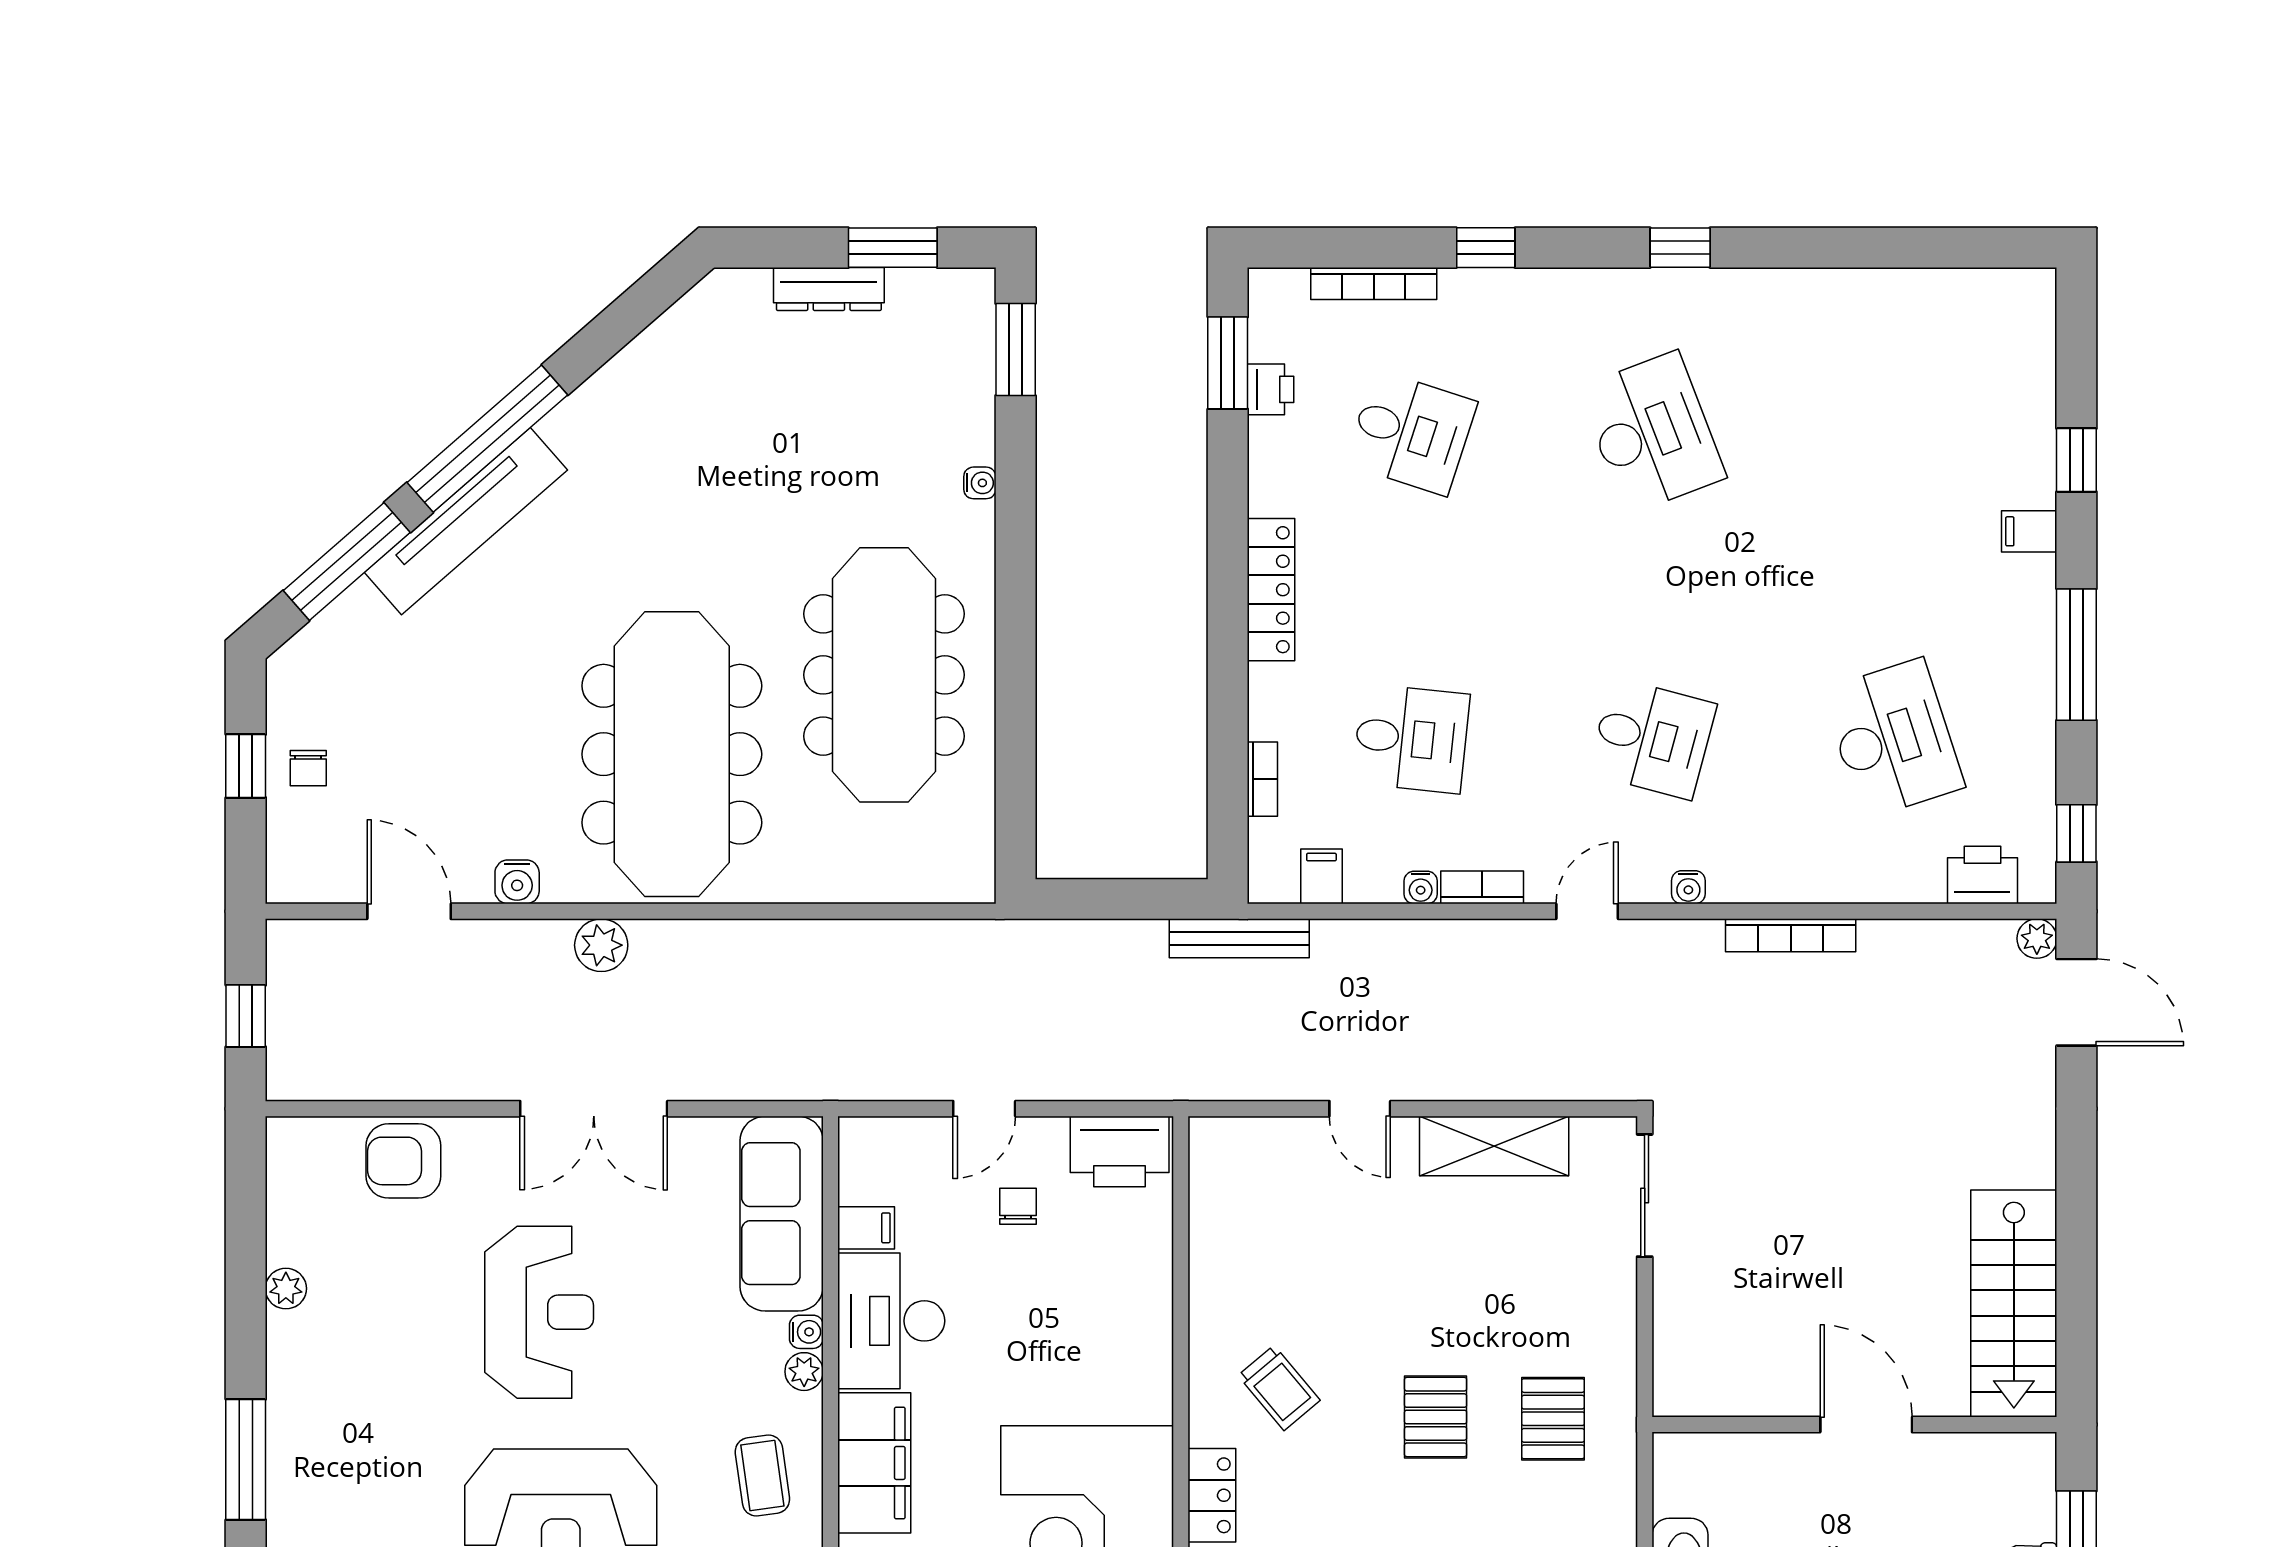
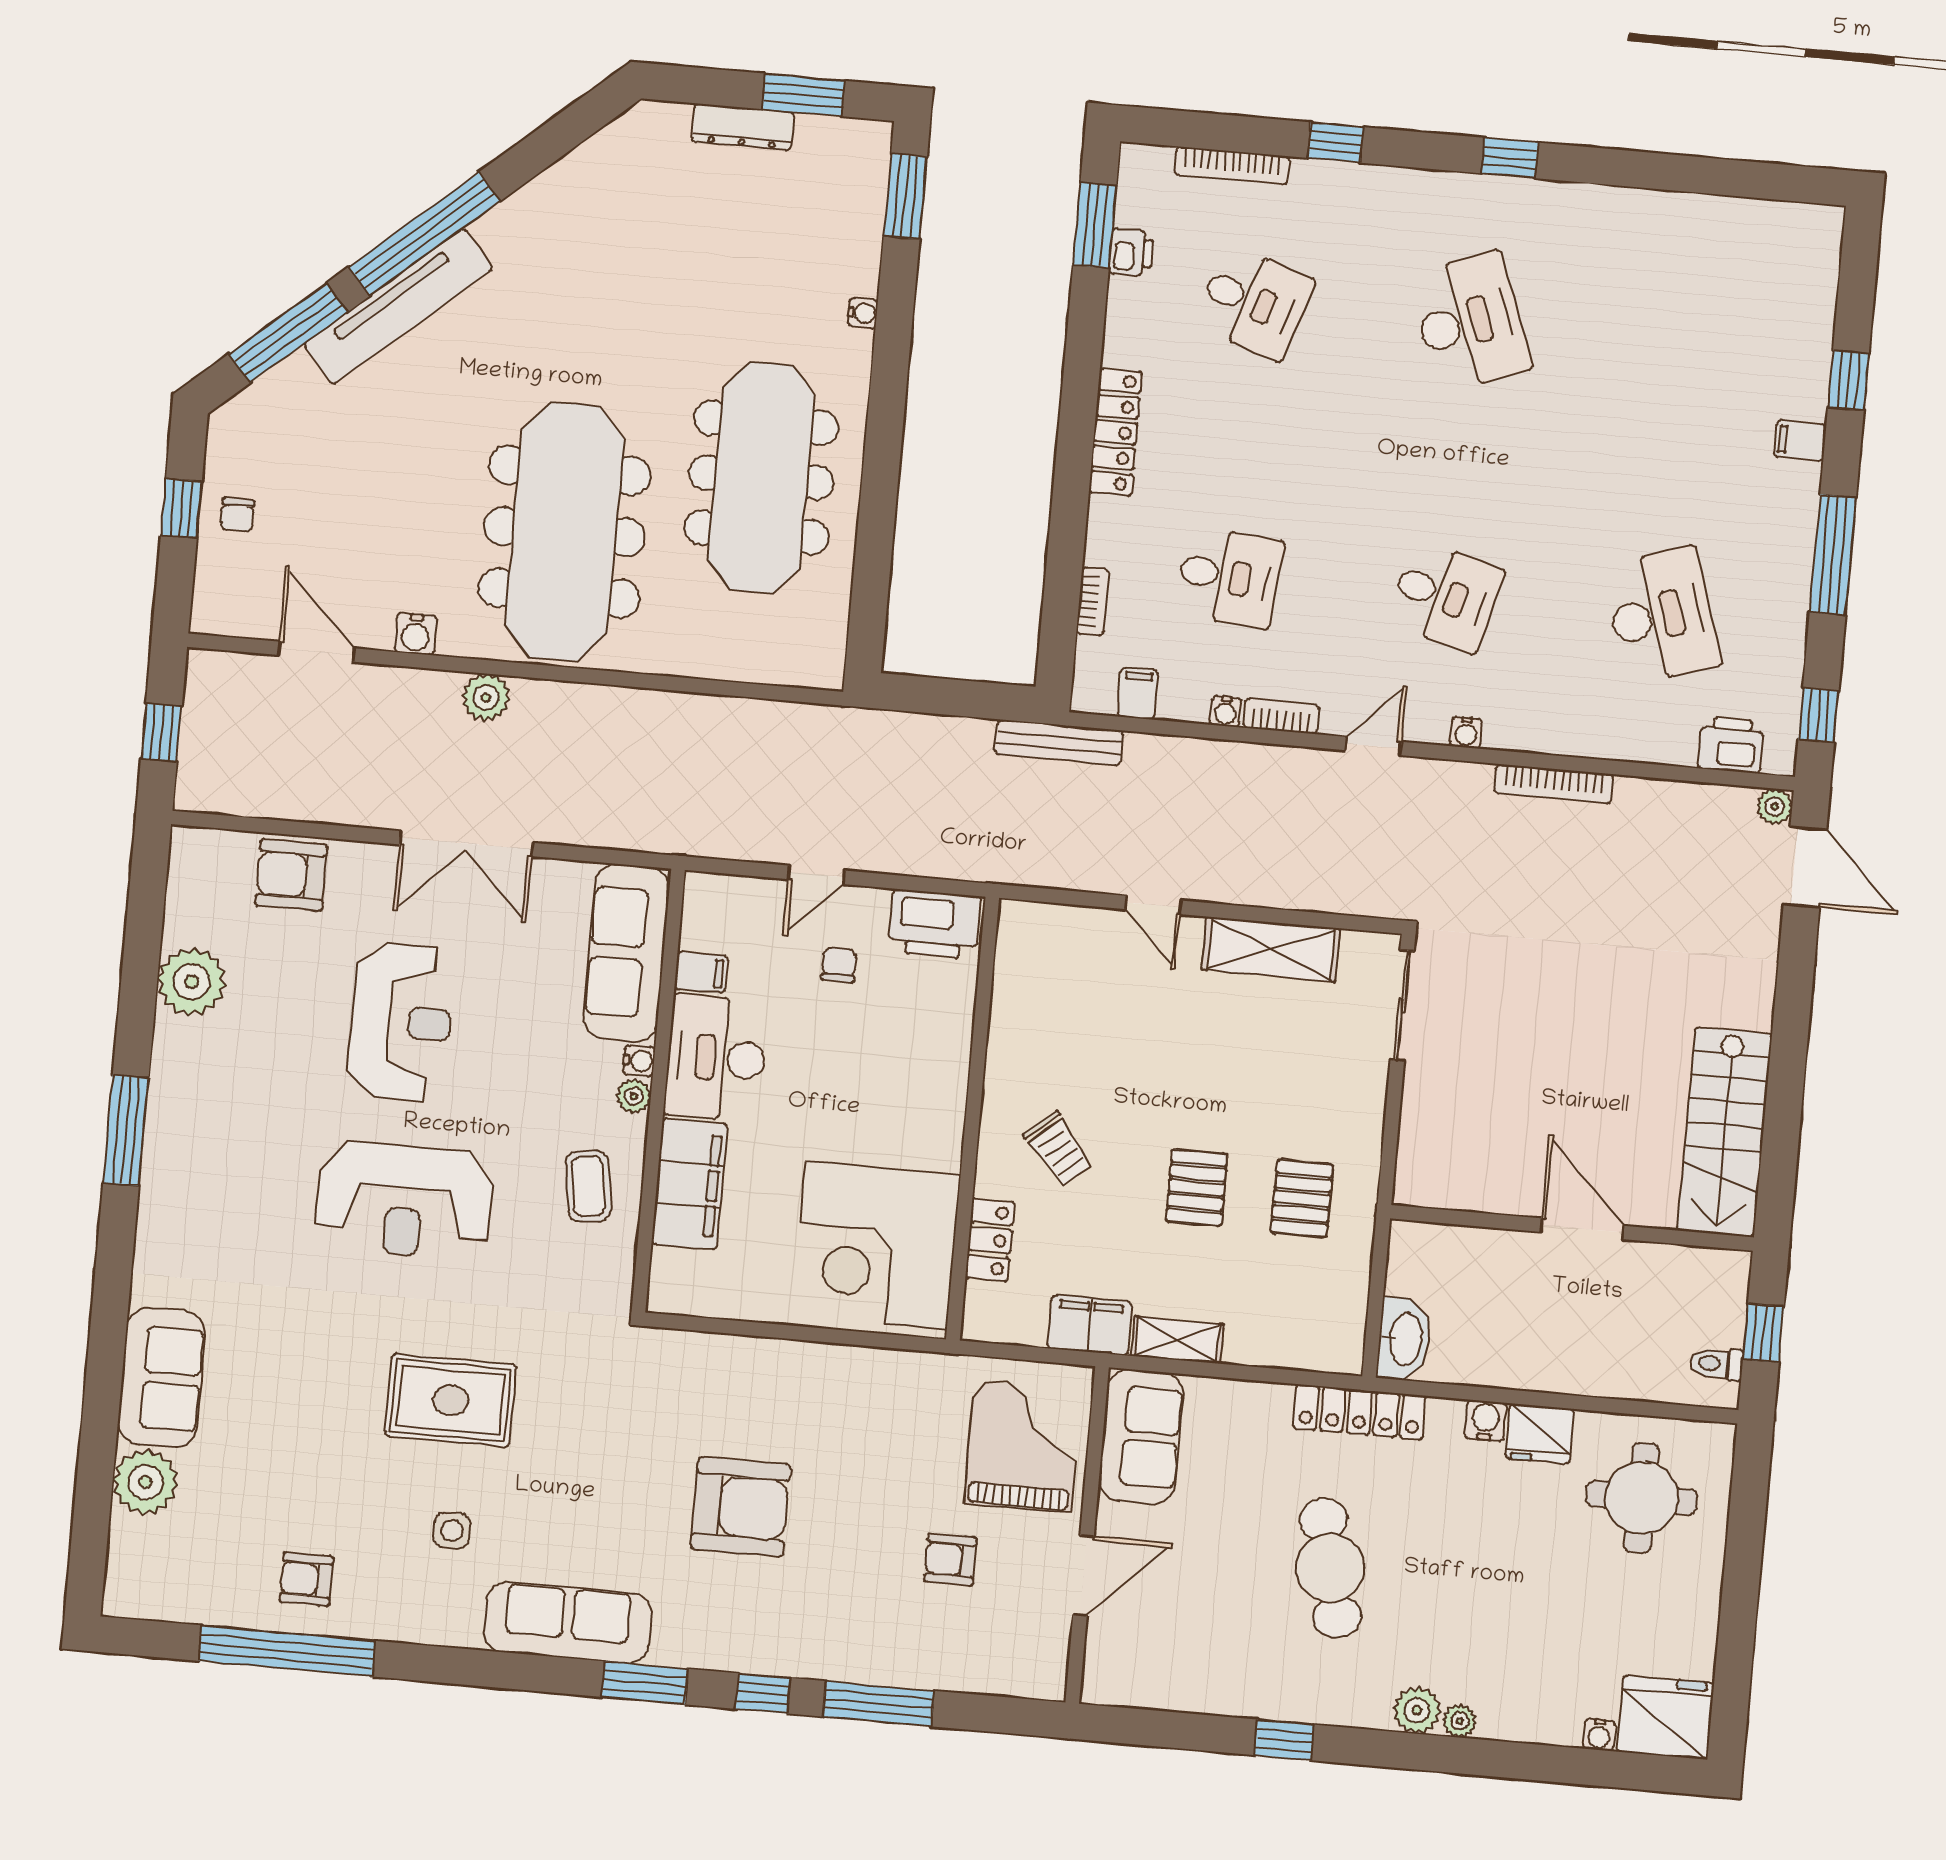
plant: (286, 1289) -> (192, 982), width x1.88, depth x1.88

